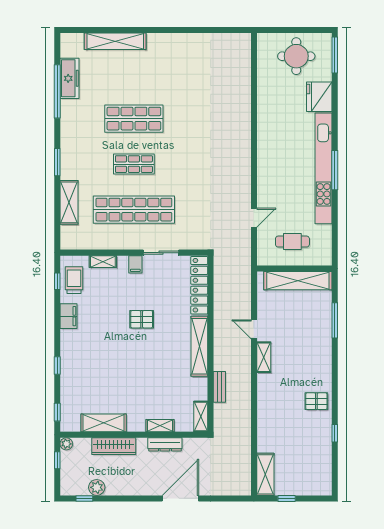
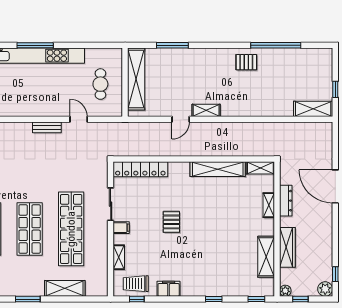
shop shelf: (134, 164) -> (30, 229), width x1.43, depth x1.36
shelving: (199, 346) -> (218, 169), moved
bench: (219, 387) -> (47, 127), moved
pallet: (316, 401) -> (246, 62), turned 90
window: (335, 433) -> (276, 45), width x3.17
plant: (97, 487) -> (325, 289), moved

